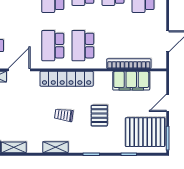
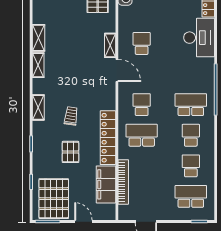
school desk: (53, 46) -> (142, 105), width x0.54
locker: (67, 79) -> (108, 138), moved
pallet: (99, 116) -> (70, 152), turned 90

